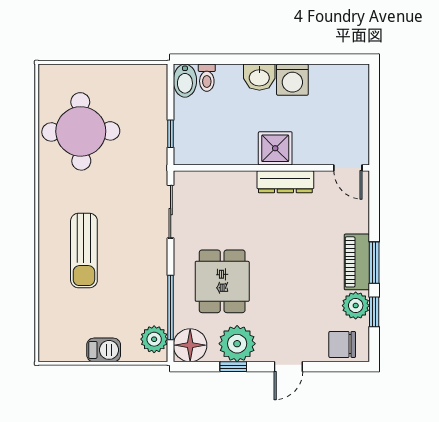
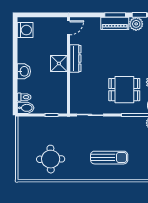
washing machine: (292, 80) -> (25, 30), moved
round table: (81, 131) -> (51, 159), width x0.73, depth x0.73

